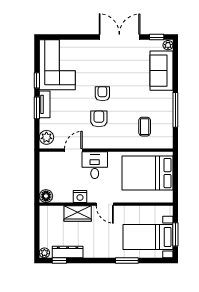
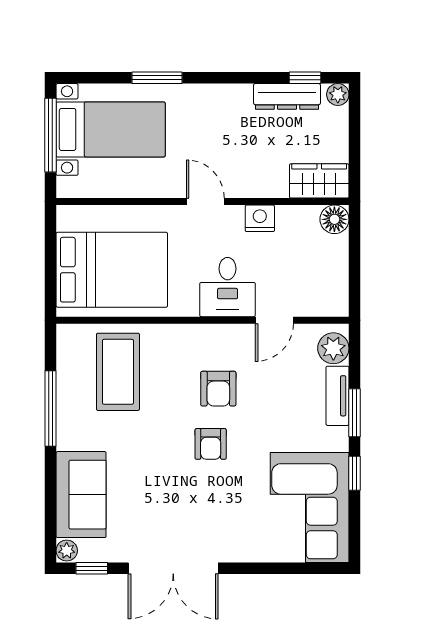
tv unit: (45, 104) -> (338, 396), moved
coffee table: (145, 127) -> (118, 372), width x1.86, depth x1.72
wardrobe: (78, 214) -> (319, 181), moved
window: (175, 234) -> (50, 135), width x1.44

